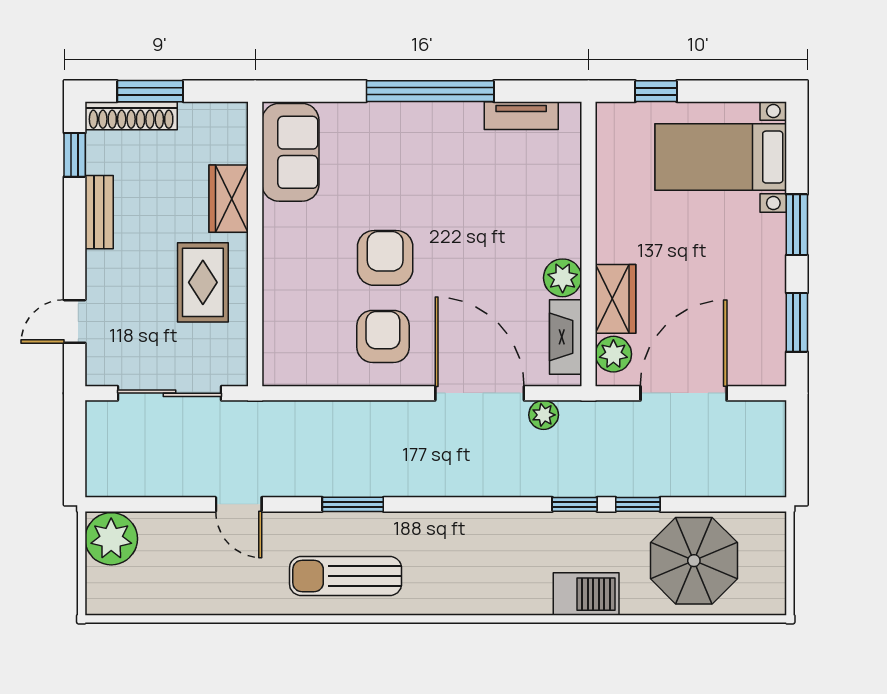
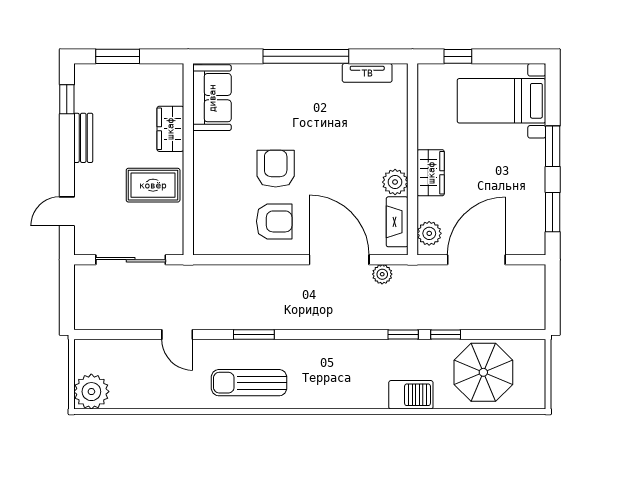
shoe rack: (131, 116) -> (105, 73), removed
rug: (203, 282) -> (153, 185), turned 90
wardrobe: (616, 299) -> (431, 173), moved
armchair: (383, 336) -> (274, 221), turned 90
plant: (111, 539) -> (91, 392), moved

